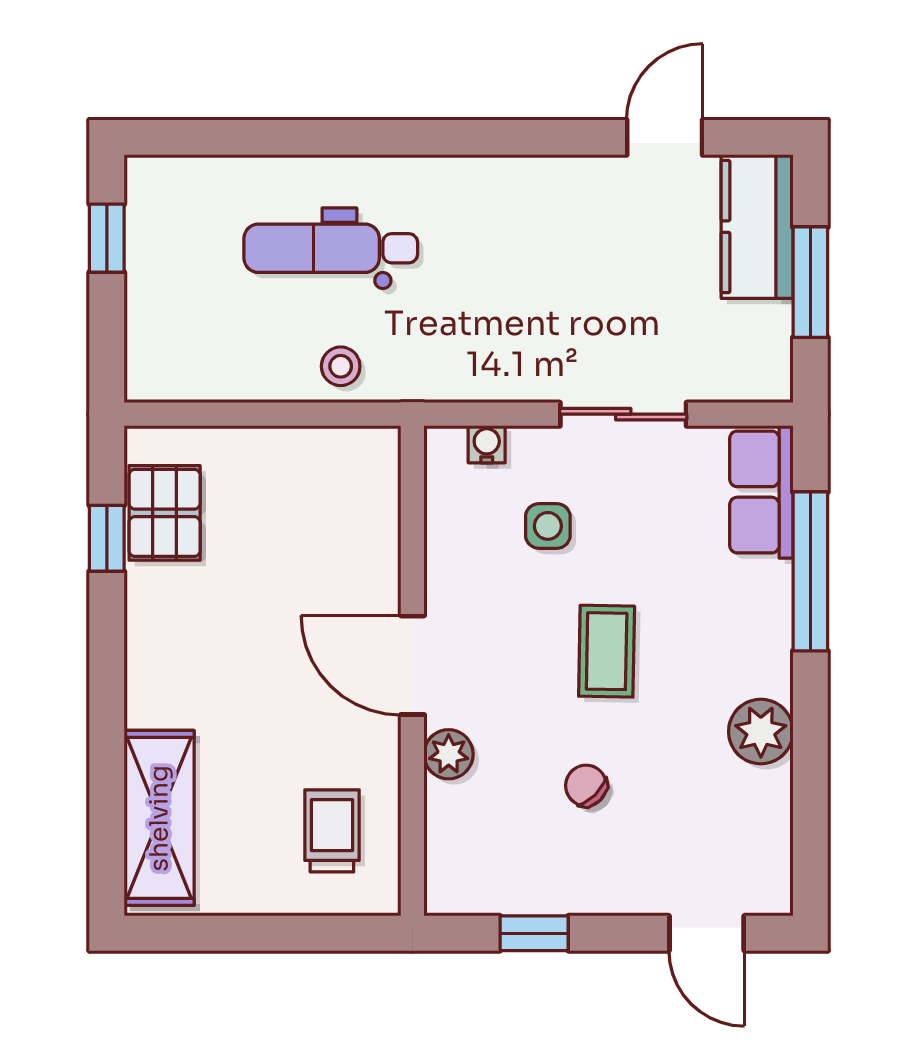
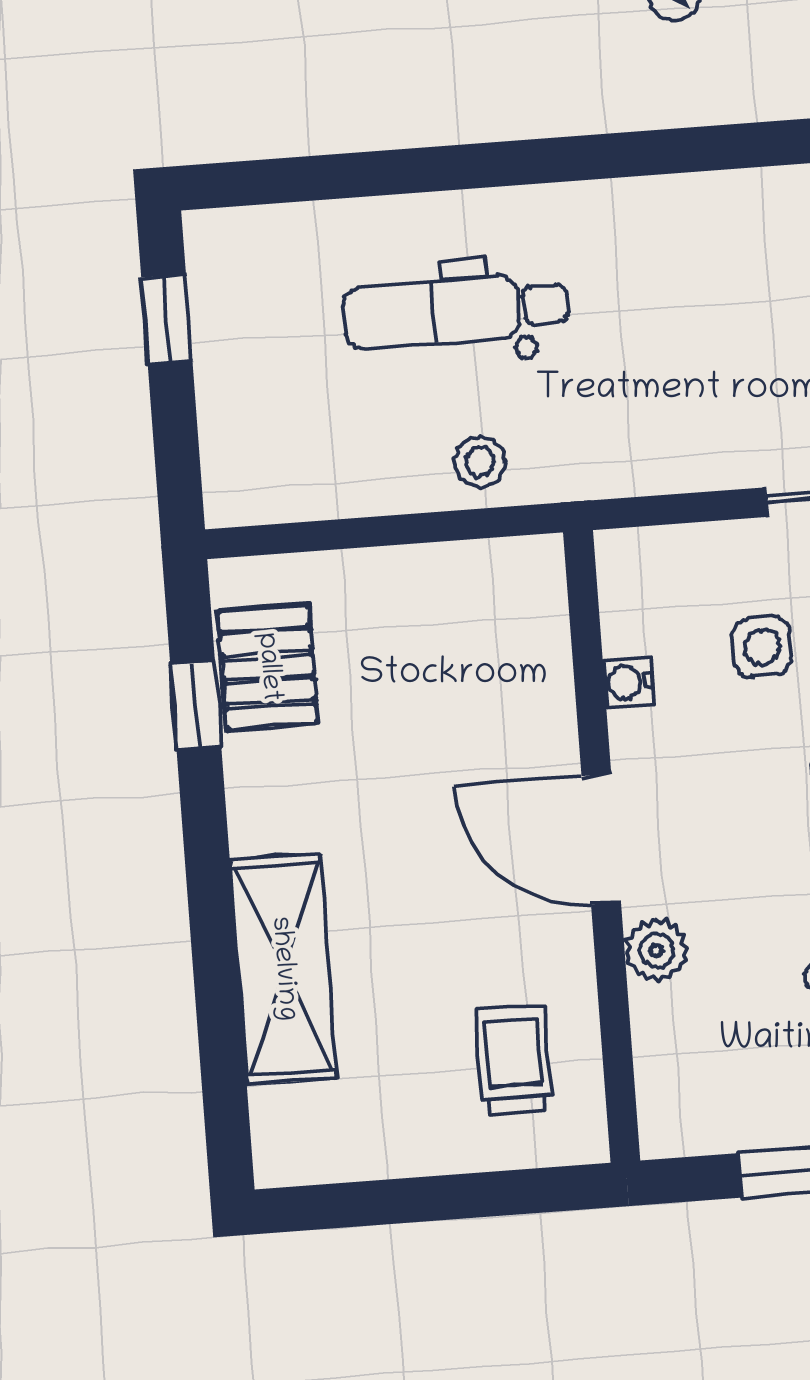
water cooler: (487, 444) -> (628, 682), moved, turned -90
shelving: (159, 818) -> (283, 969), moved

